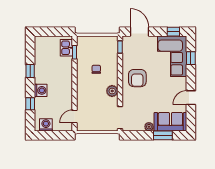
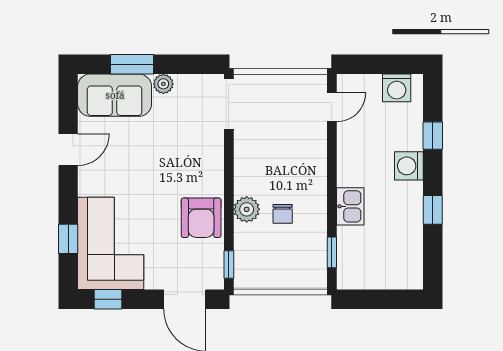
kitchen sink: (66, 48) -> (350, 206), moved
armchair: (137, 78) -> (201, 218), moved, turned 180
plant: (112, 91) -> (247, 209), moved

